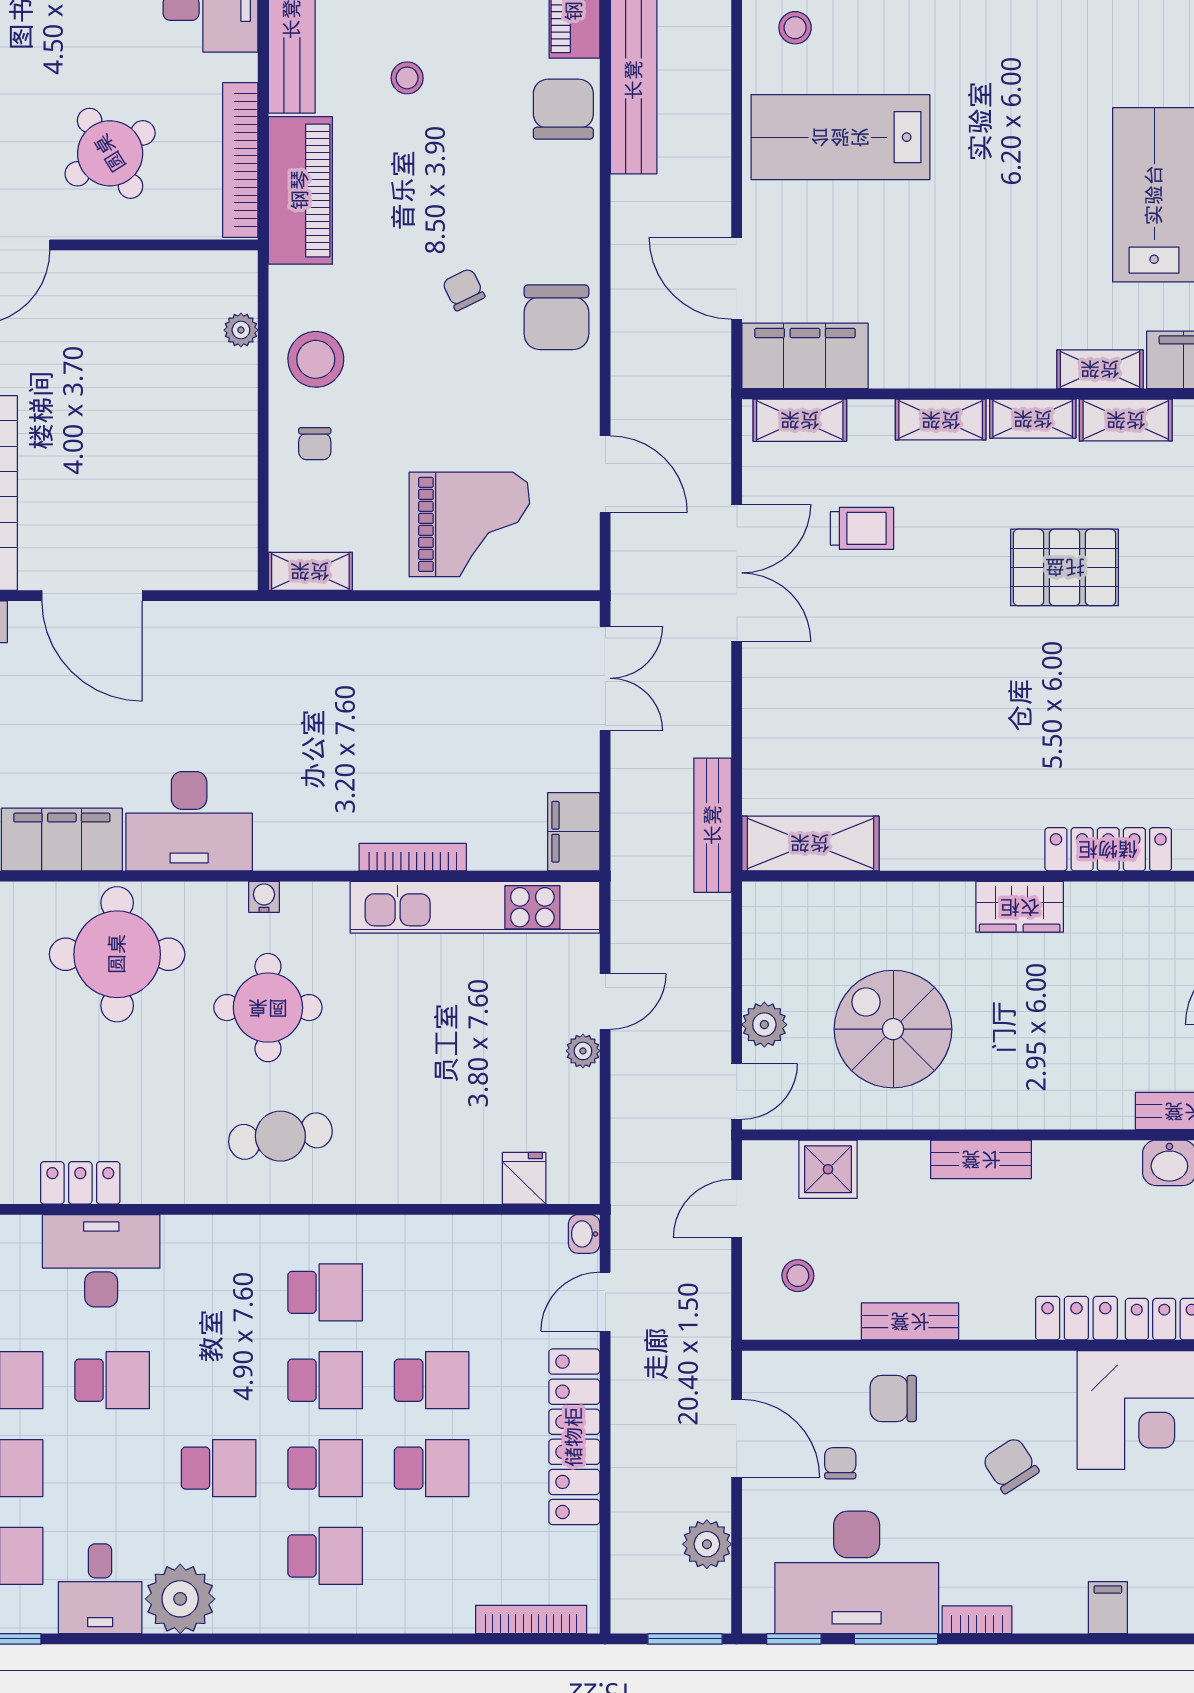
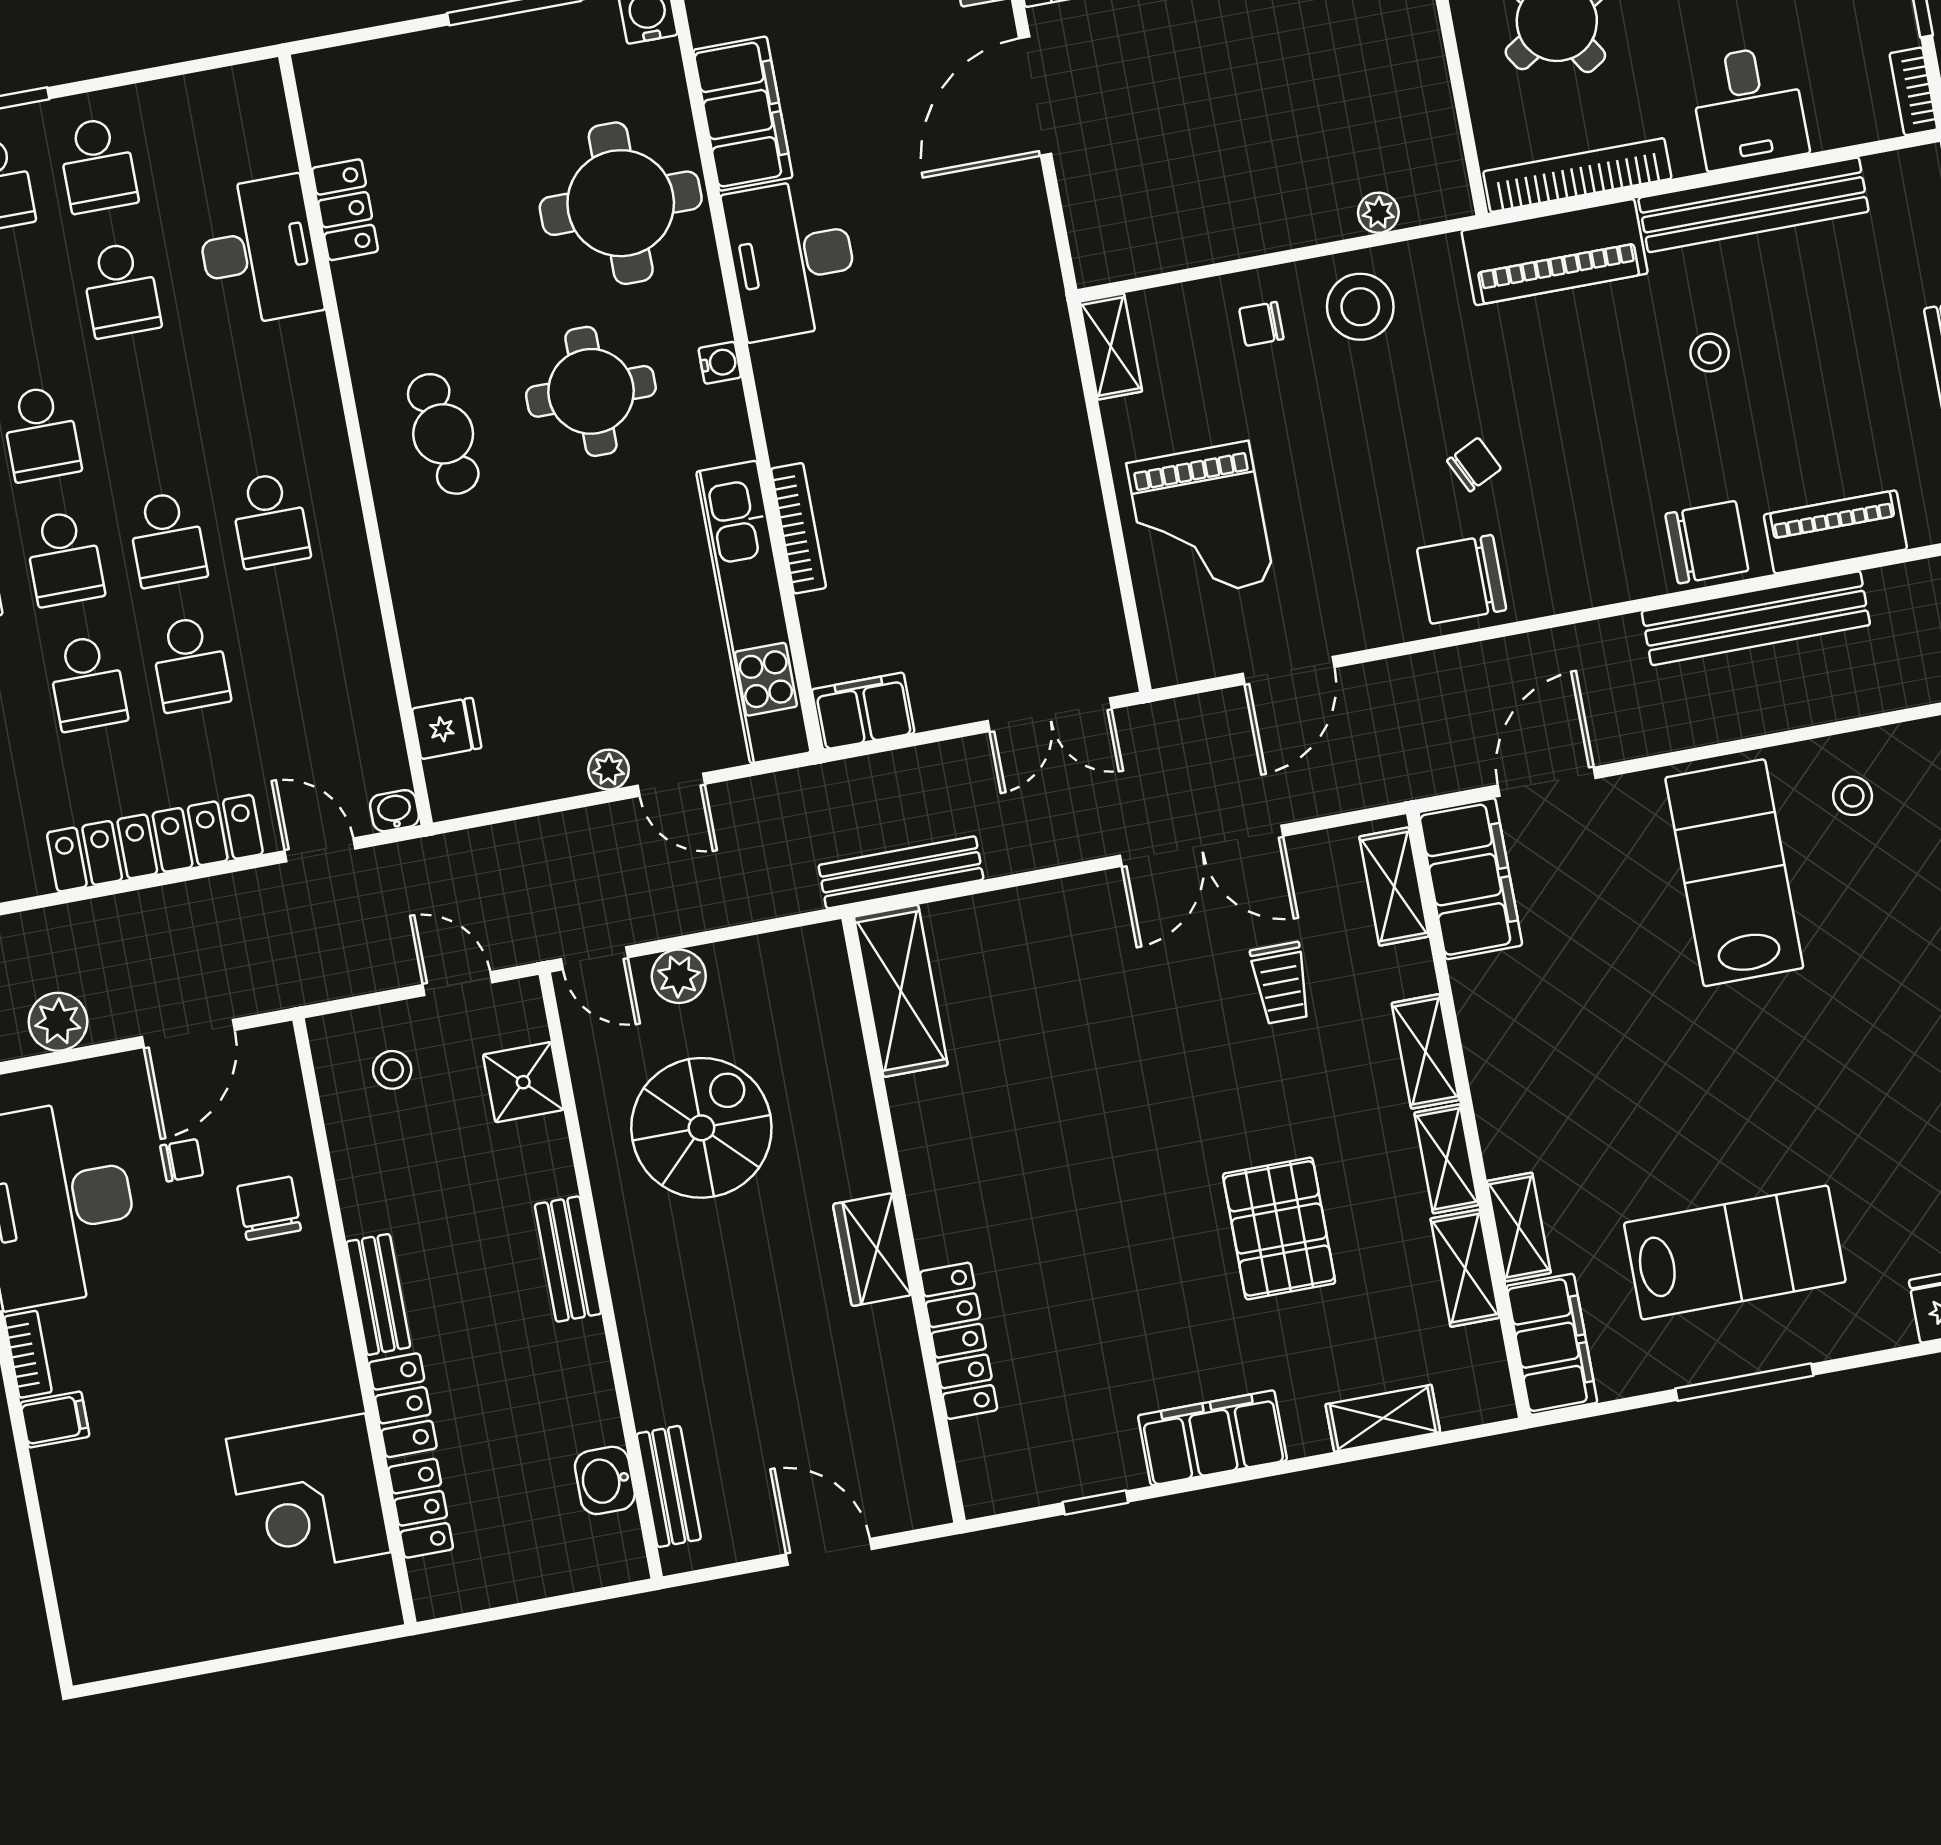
bench: (910, 1321) -> (378, 1294), moved
chair: (1011, 1465) -> (216, 1360), removed
filing cabinet: (1108, 1608) -> (55, 1420), moved

